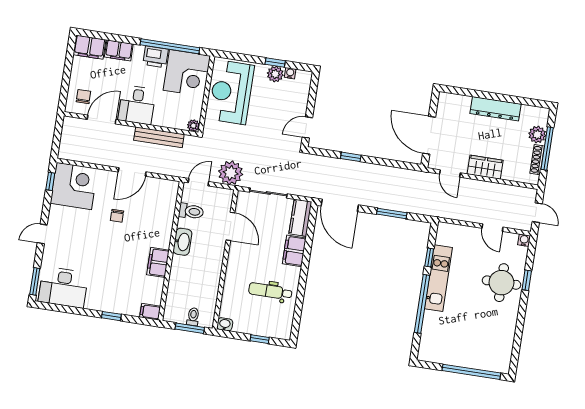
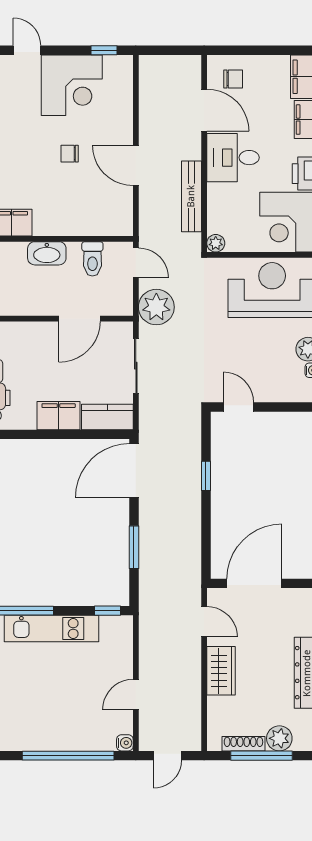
door: (450, 173) -> (204, 622), swing flipped
corner desk: (74, 186) -> (72, 85), moved
window: (429, 258) -> (108, 611), moved
window: (527, 280) -> (68, 756), width x3.17
round table: (501, 283) -> (59, 720), removed

